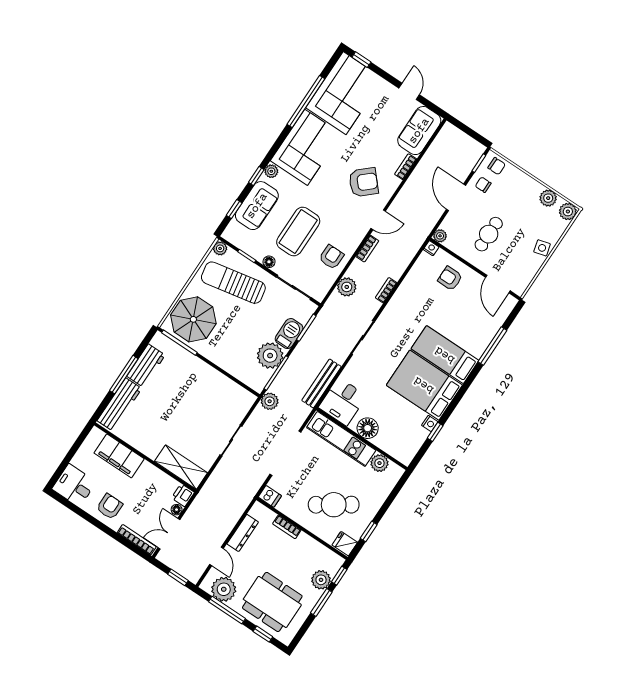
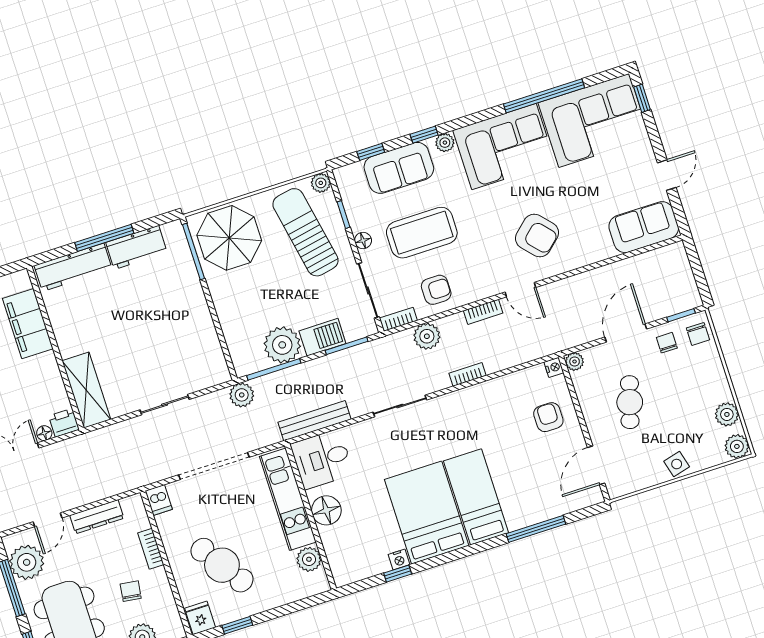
bookcase: (406, 167) -> (398, 319), moved
cafe table: (489, 234) -> (630, 402), turned -73
chair: (294, 559) -> (131, 591), added

